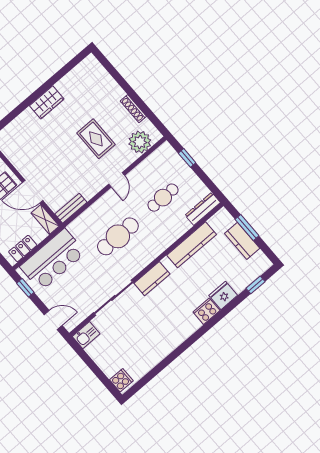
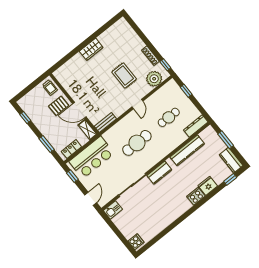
window: (155, 121) -> (165, 65), added
kitchen counter: (242, 241) -> (231, 160), moved
door: (53, 320) -> (91, 199), hinge flipped

